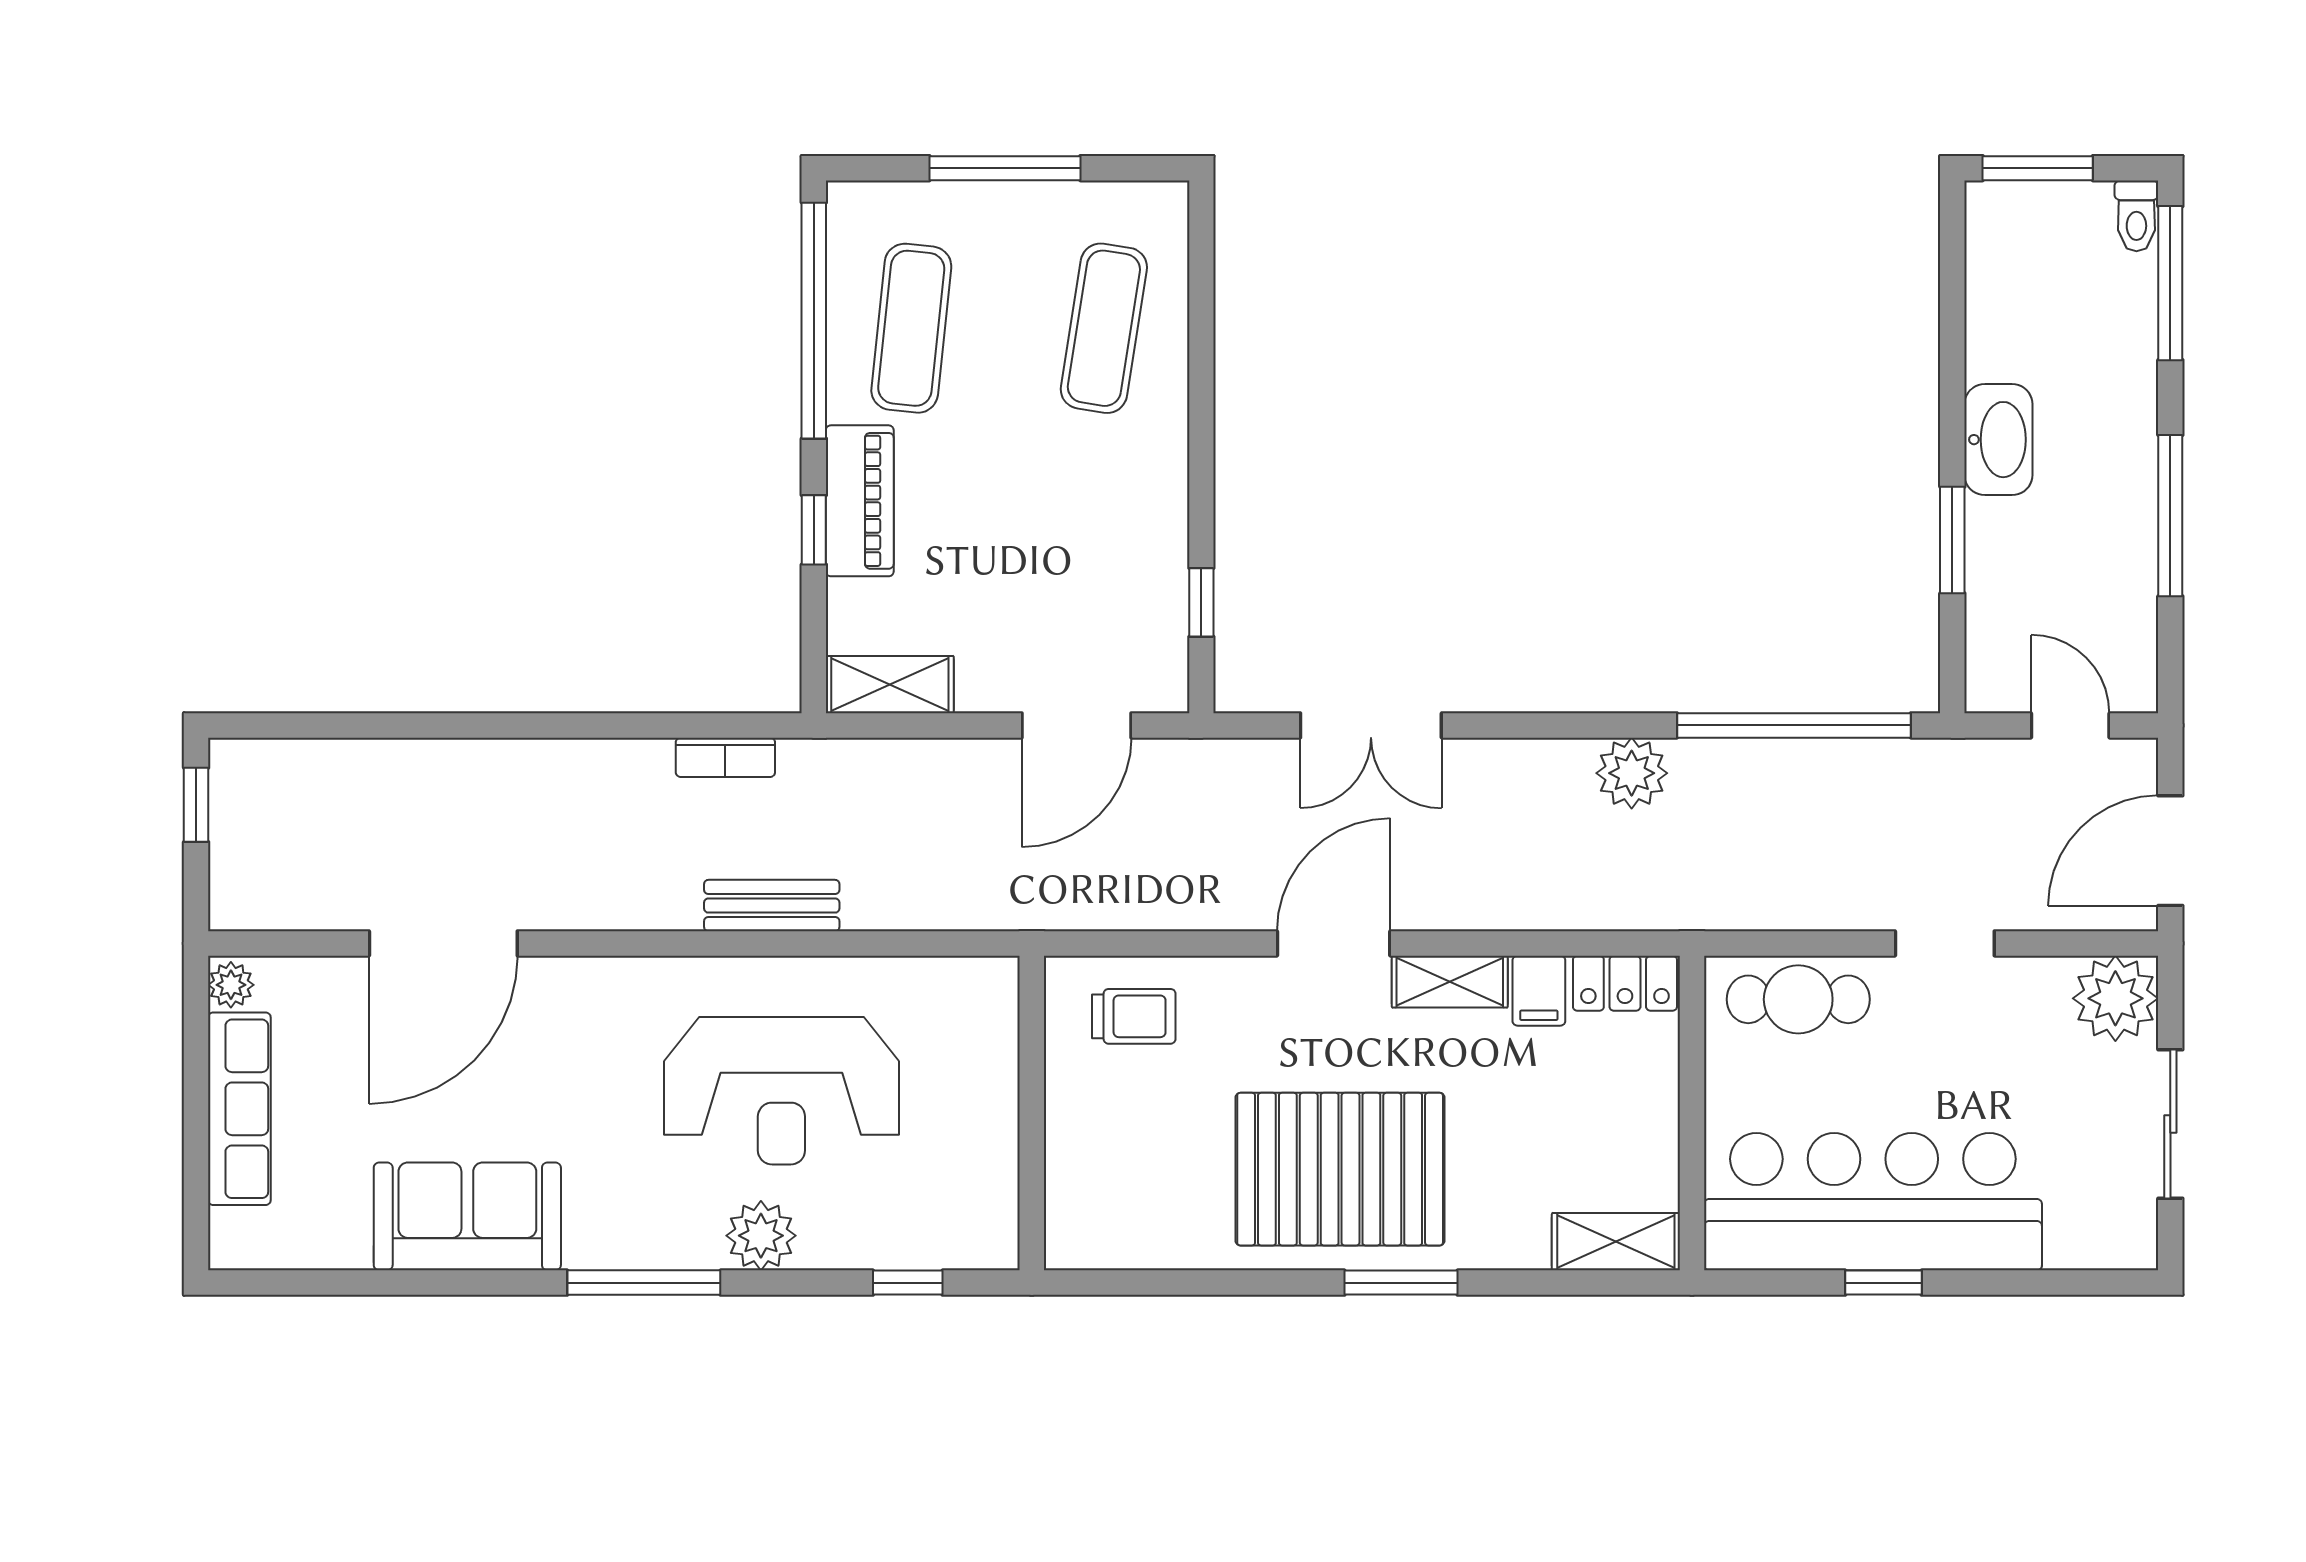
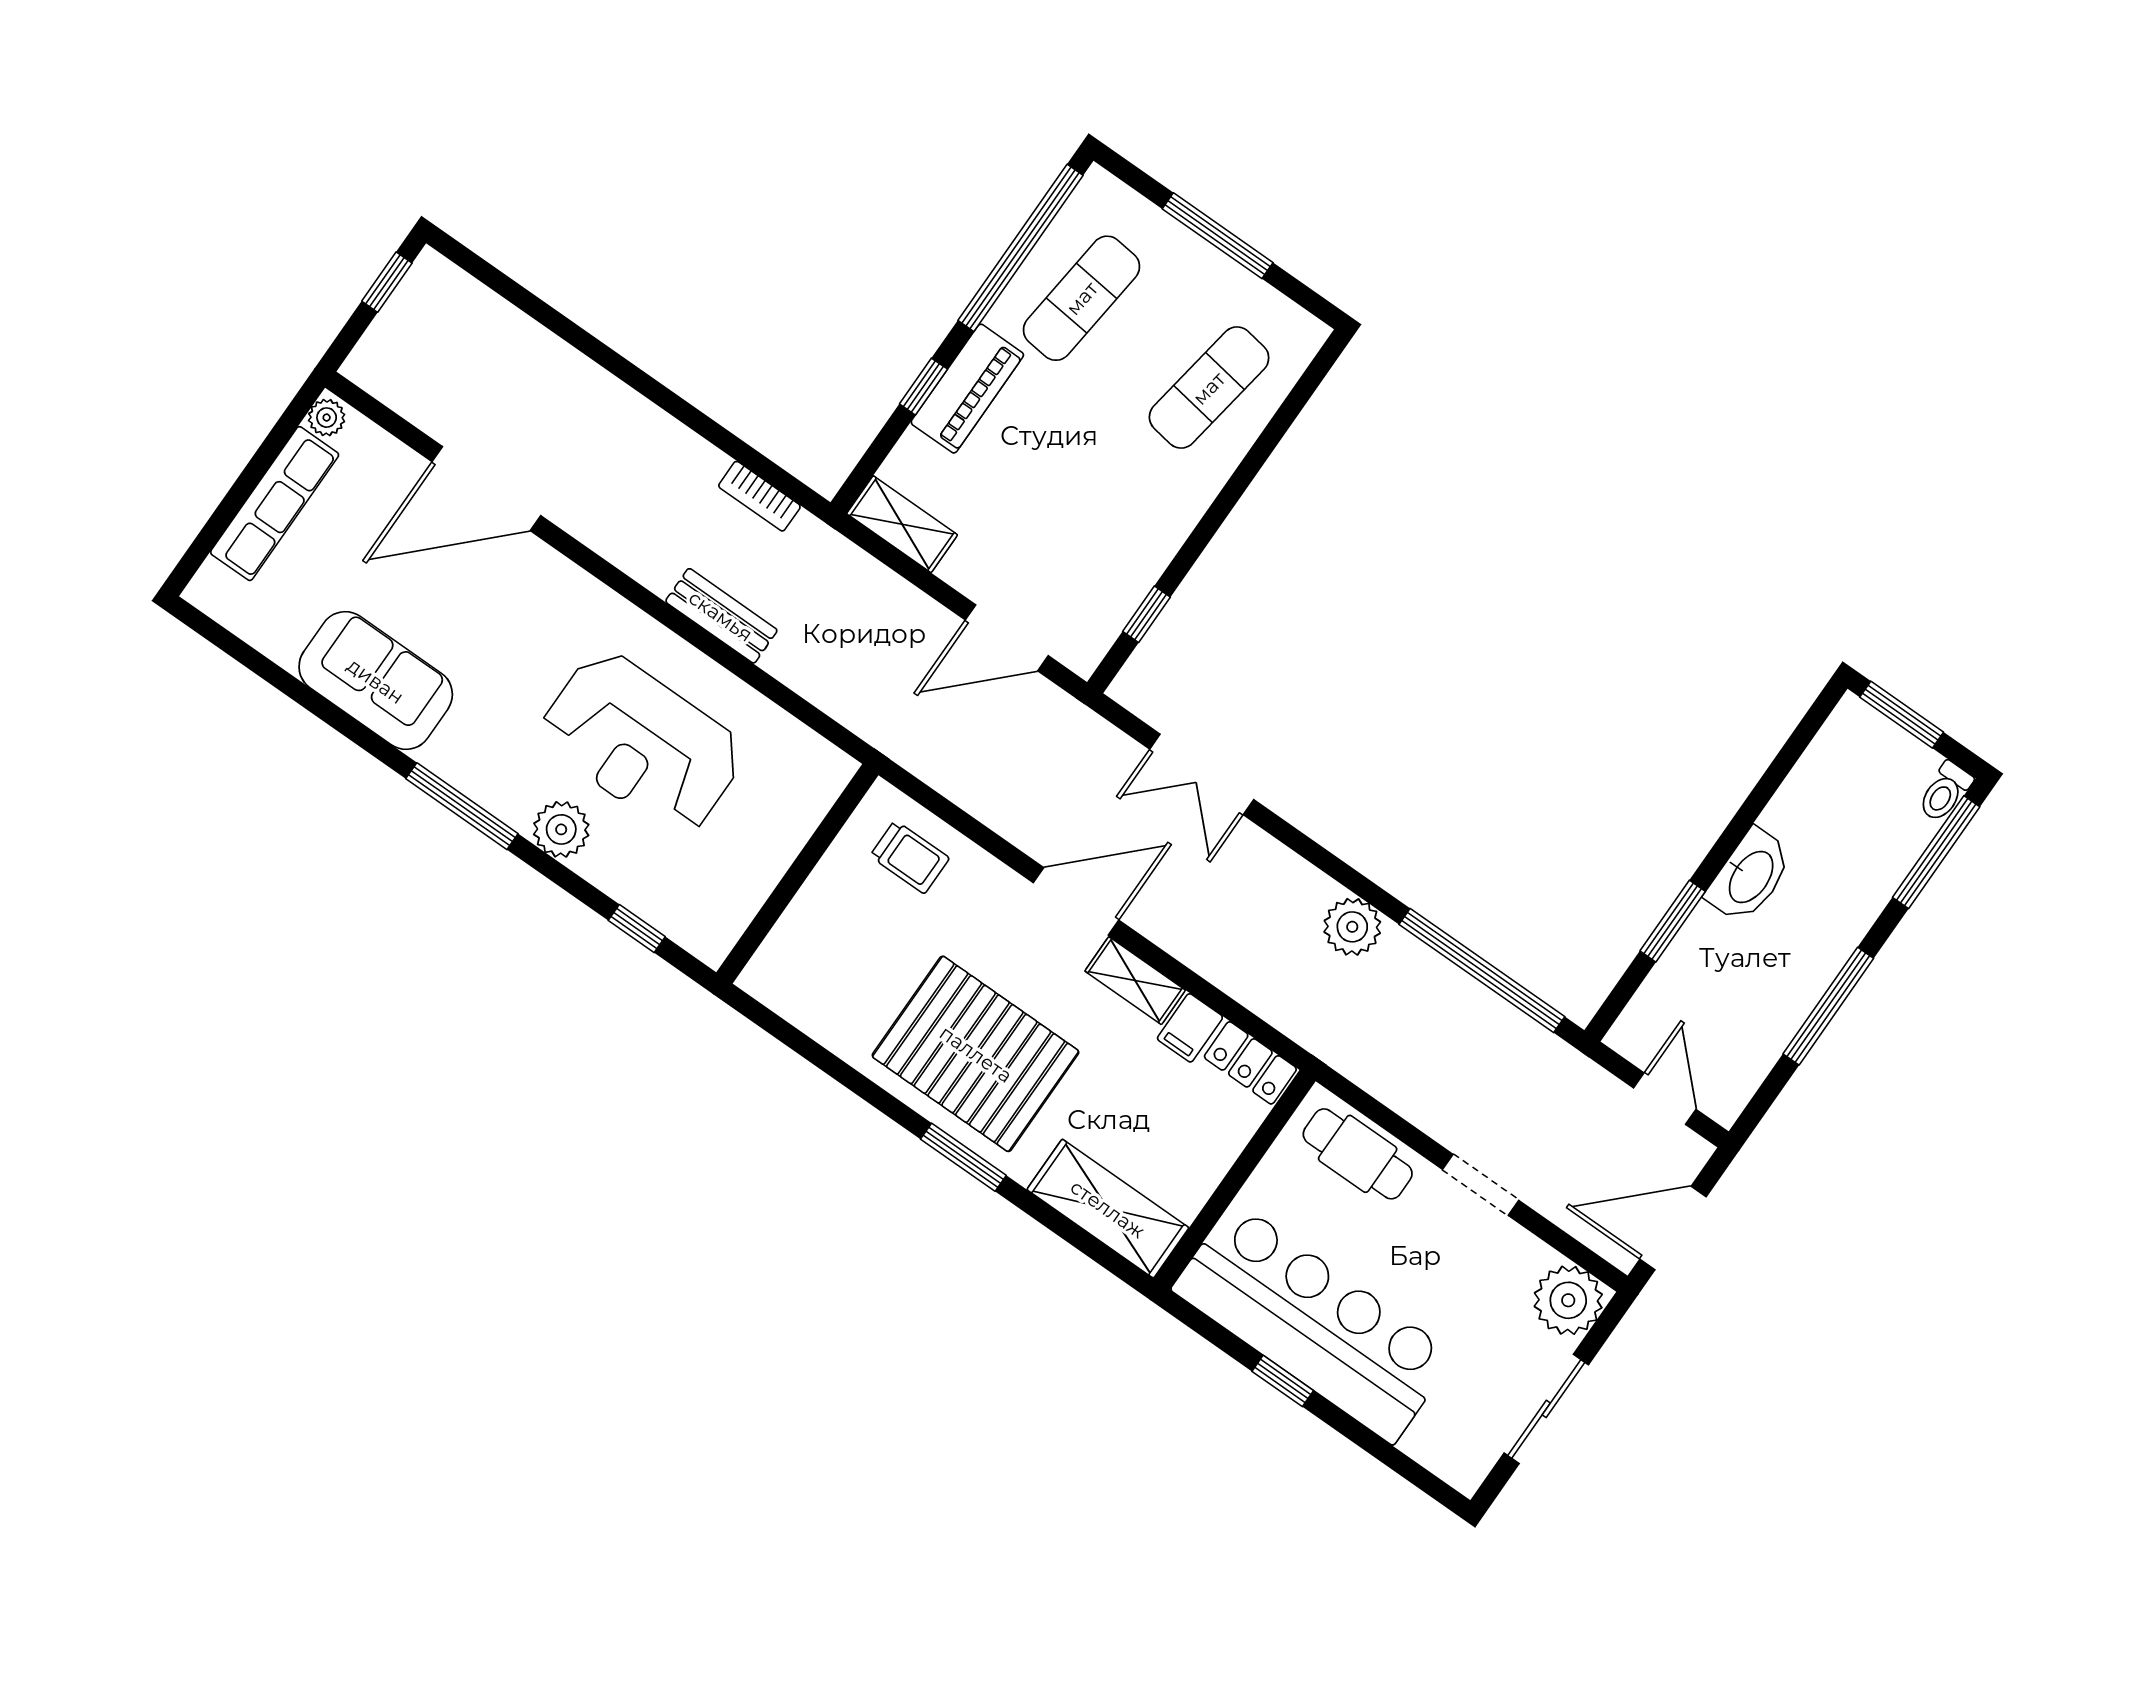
shelving: (1616, 1242) -> (1108, 1209), width x1.50, depth x1.33

